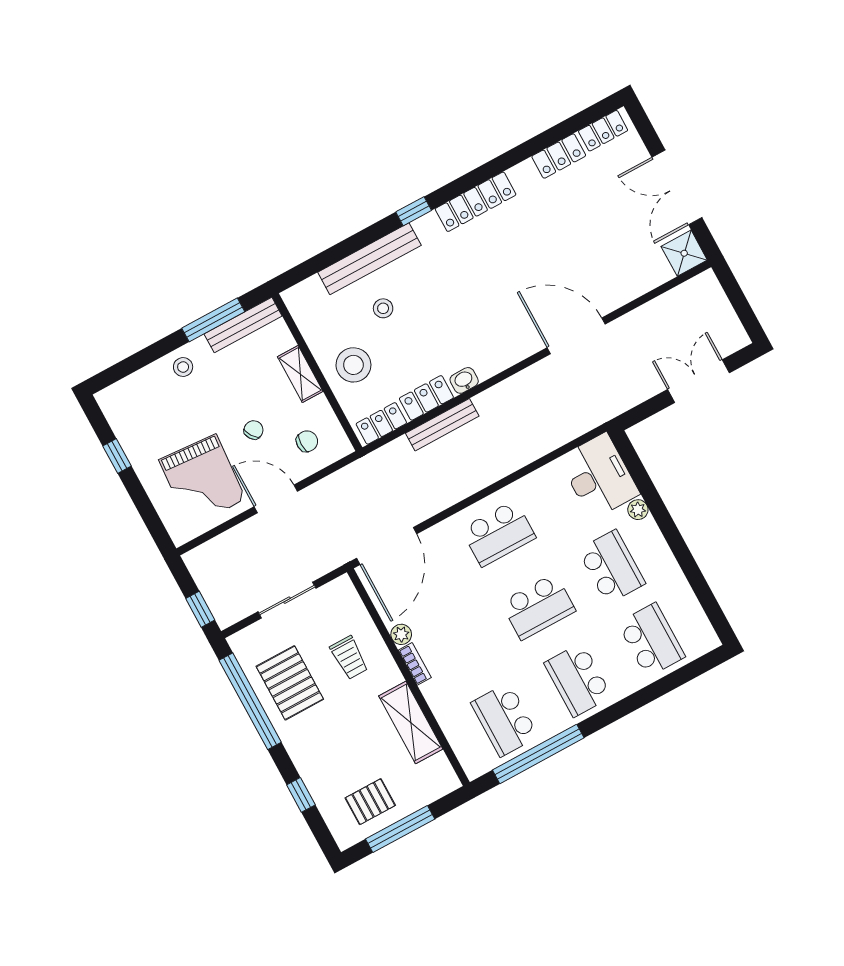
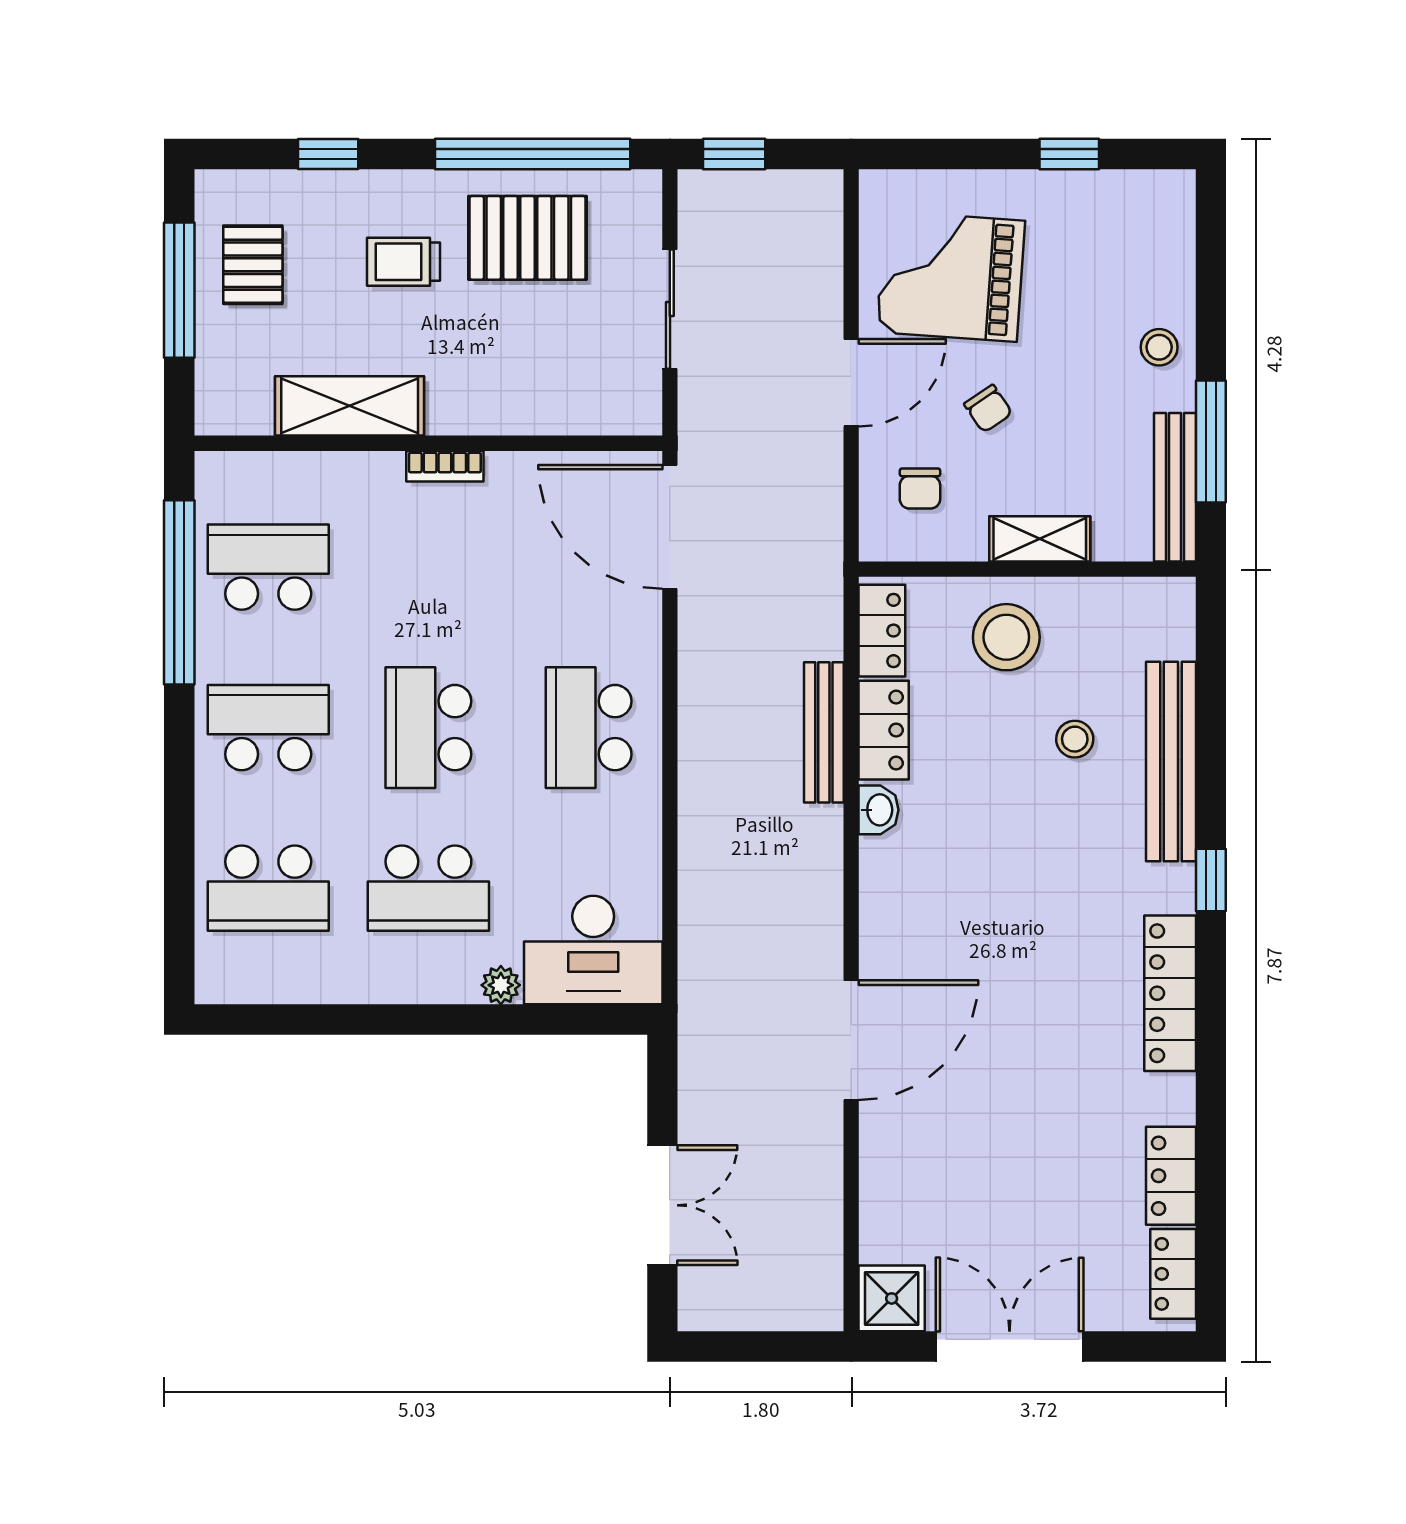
plant: (401, 634) -> (507, 471), removed
trolley: (349, 658) -> (404, 262), moved

